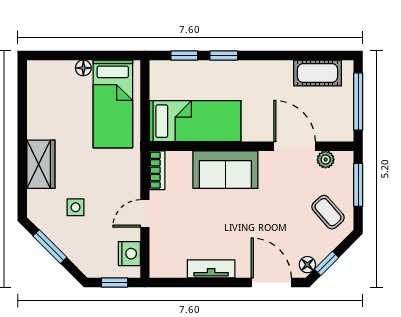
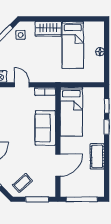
cot: (318, 73) -> (97, 156), moved
bed: (113, 104) -> (73, 45), moved, turned -90
plant: (326, 160) -> (51, 182), removed
side table: (76, 207) -> (21, 35), moved

